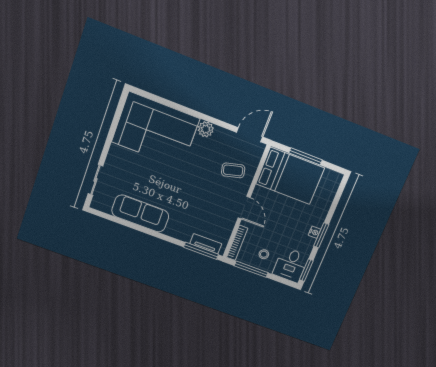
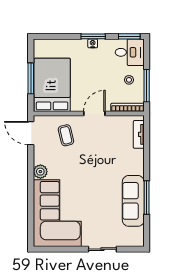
sliding door: (95, 180) -> (102, 249), moved
window: (201, 251) -> (147, 197), moved

